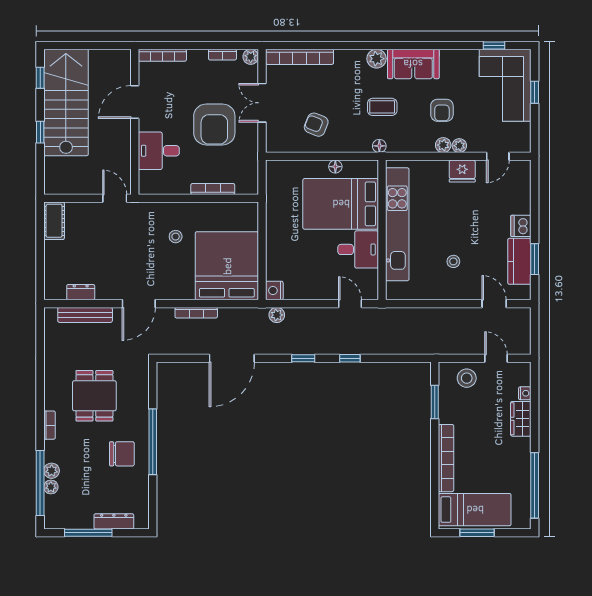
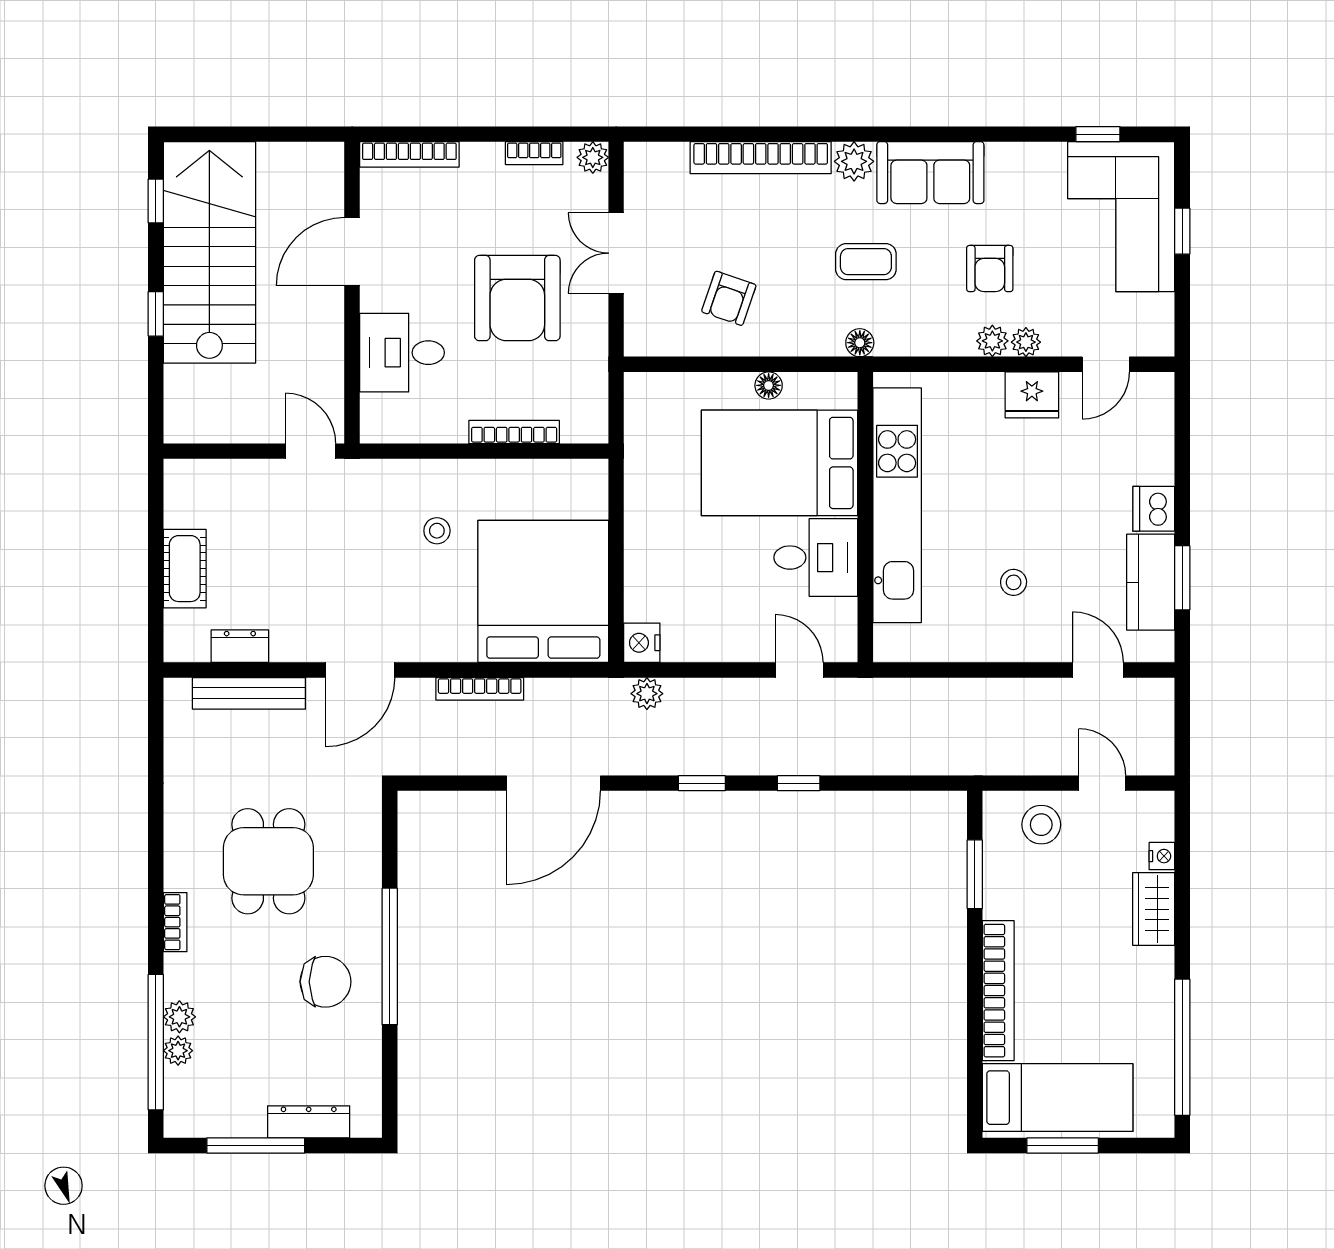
bookcase: (300, 57) -> (761, 158), moved
armchair: (316, 125) -> (729, 298), turned -93
cot: (54, 221) -> (185, 569), moved

